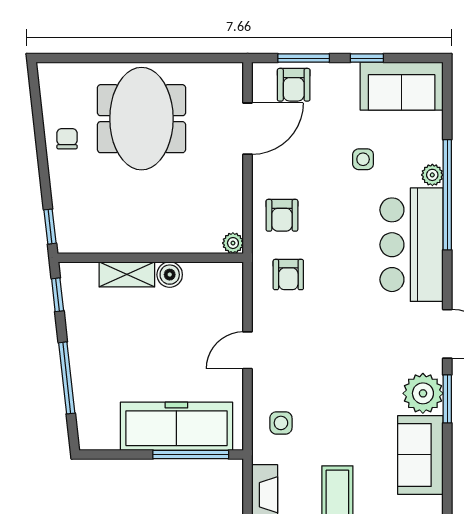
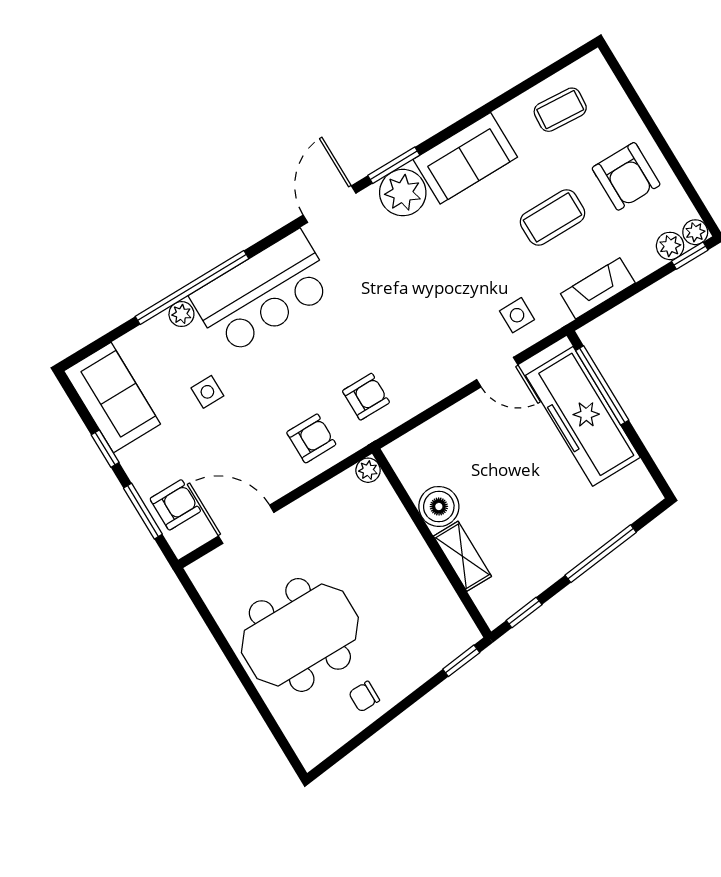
boiler: (170, 275) -> (439, 507), width x1.36, depth x1.36
door: (248, 350) -> (497, 372), moved

